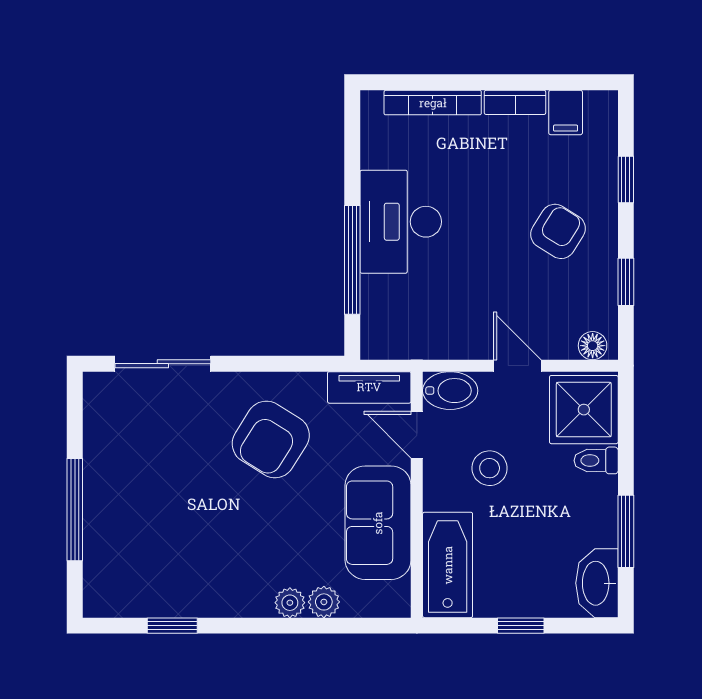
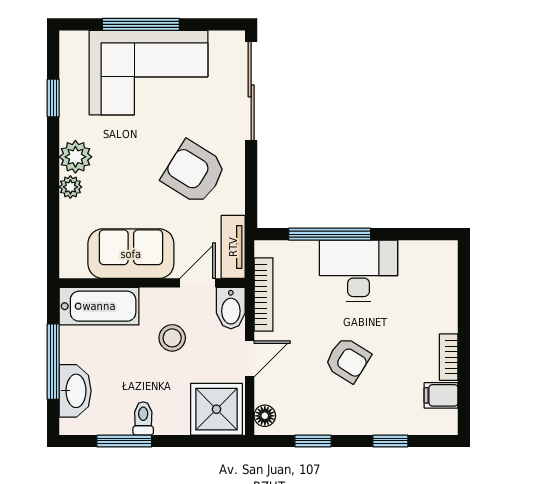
bookcase: (433, 103) -> (263, 294), moved, turned 180
armchair: (558, 231) -> (348, 360), moved
sliding door: (163, 364) -> (251, 91), width x1.37
toilet: (596, 460) -> (143, 418), moved
corner sofa: (139, 499) -> (149, 73), added
washbasin: (597, 583) -> (75, 391), moved, turned 90
plant: (324, 602) -> (75, 157), moved, width x1.38, depth x1.38
window: (521, 626) -> (53, 362), width x2.17

